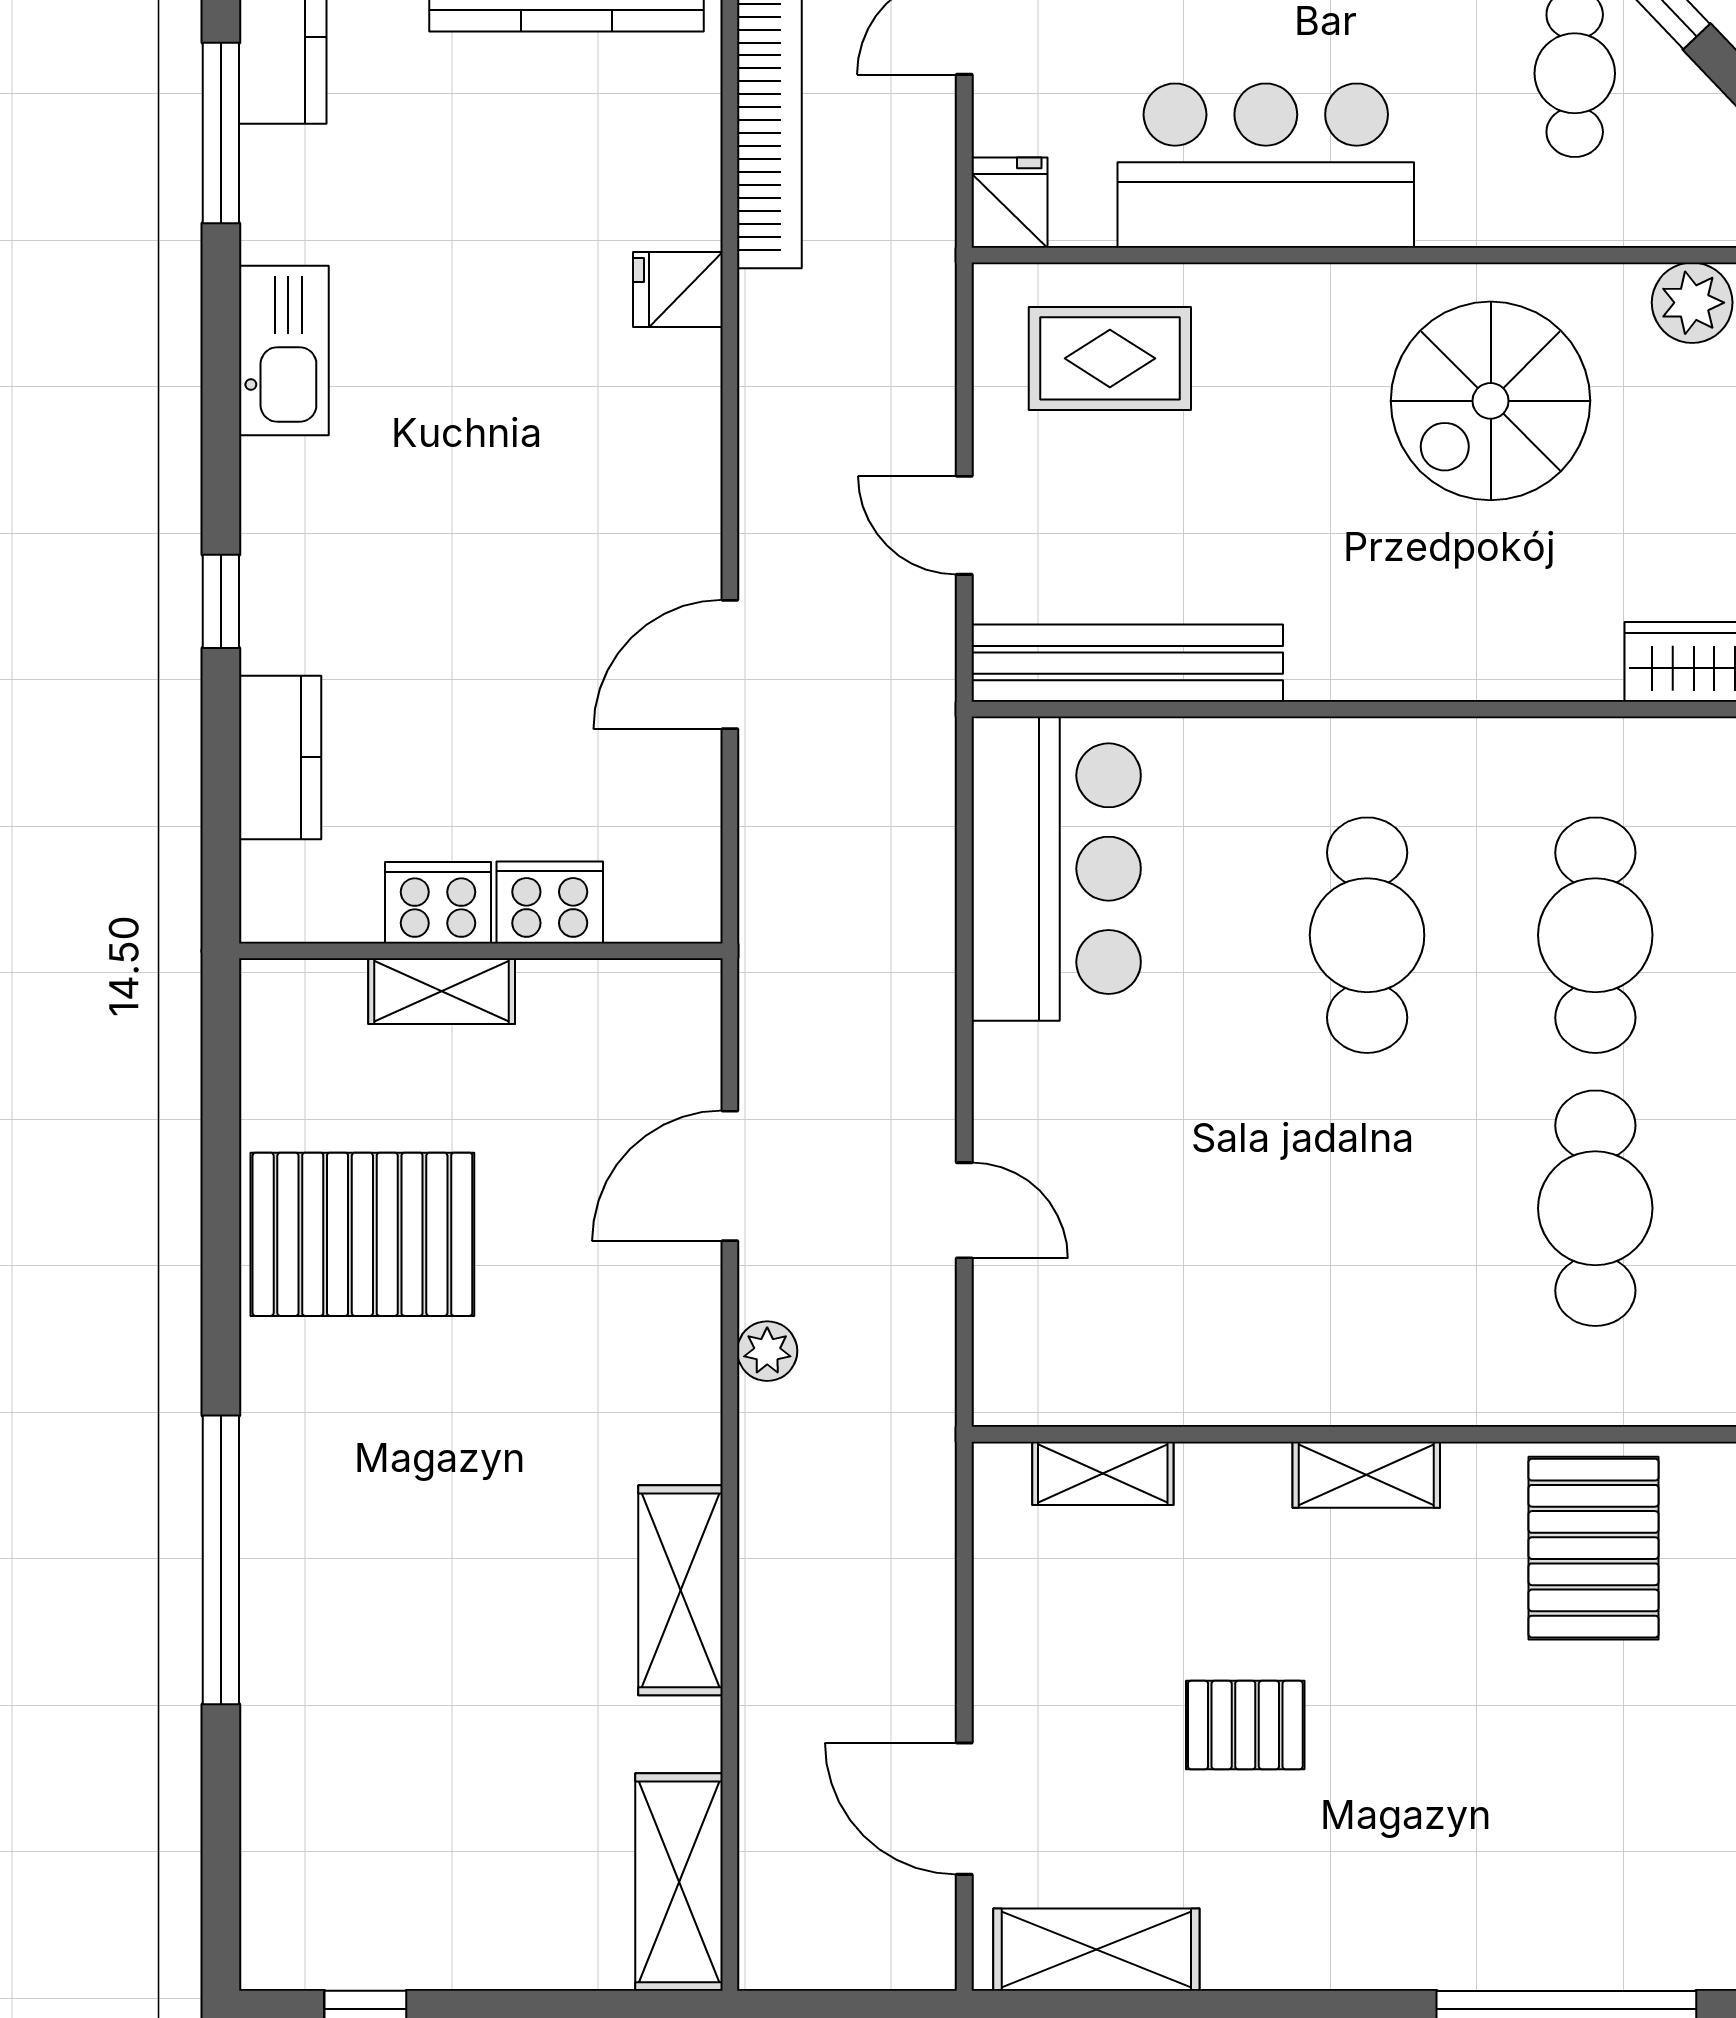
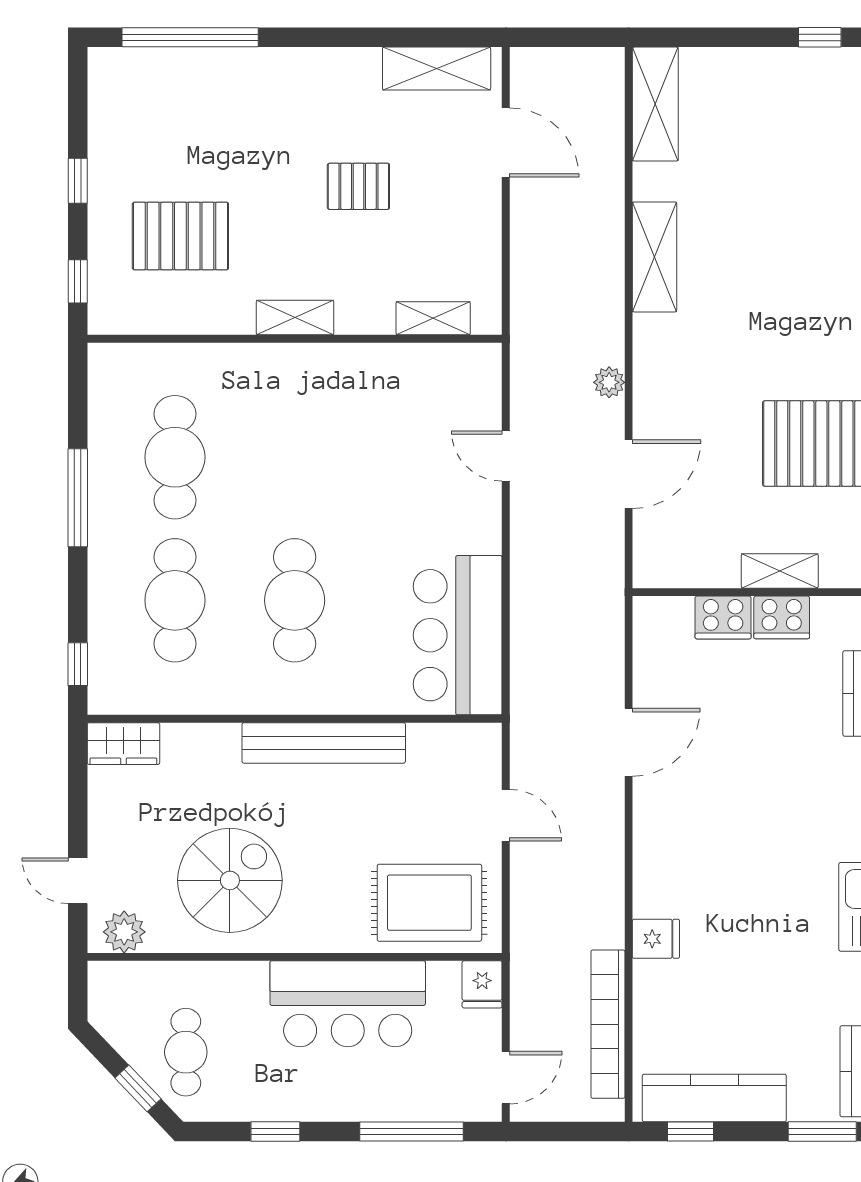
rug: (1110, 358) -> (429, 903), width x1.36, depth x1.43
bench: (1127, 663) -> (324, 743), moved
pallet: (1594, 1548) -> (180, 236), moved, turned 90

